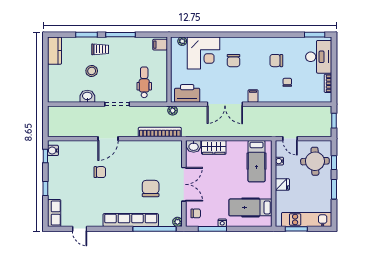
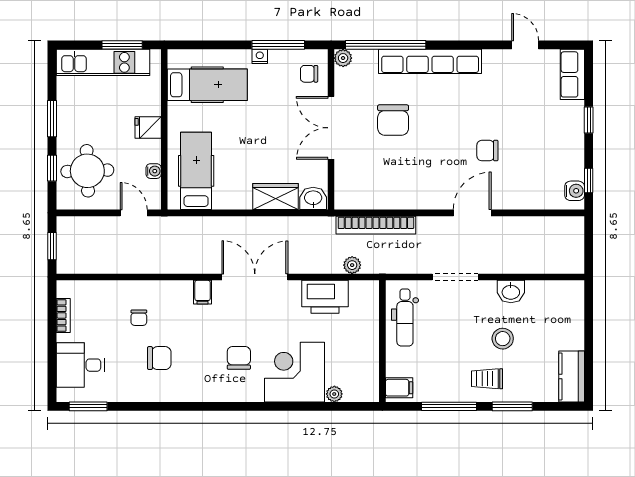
filing cabinet: (160, 45) -> (399, 388), moved
desk: (319, 57) -> (80, 365), width x0.73
wall: (169, 70) -> (382, 341), moved

